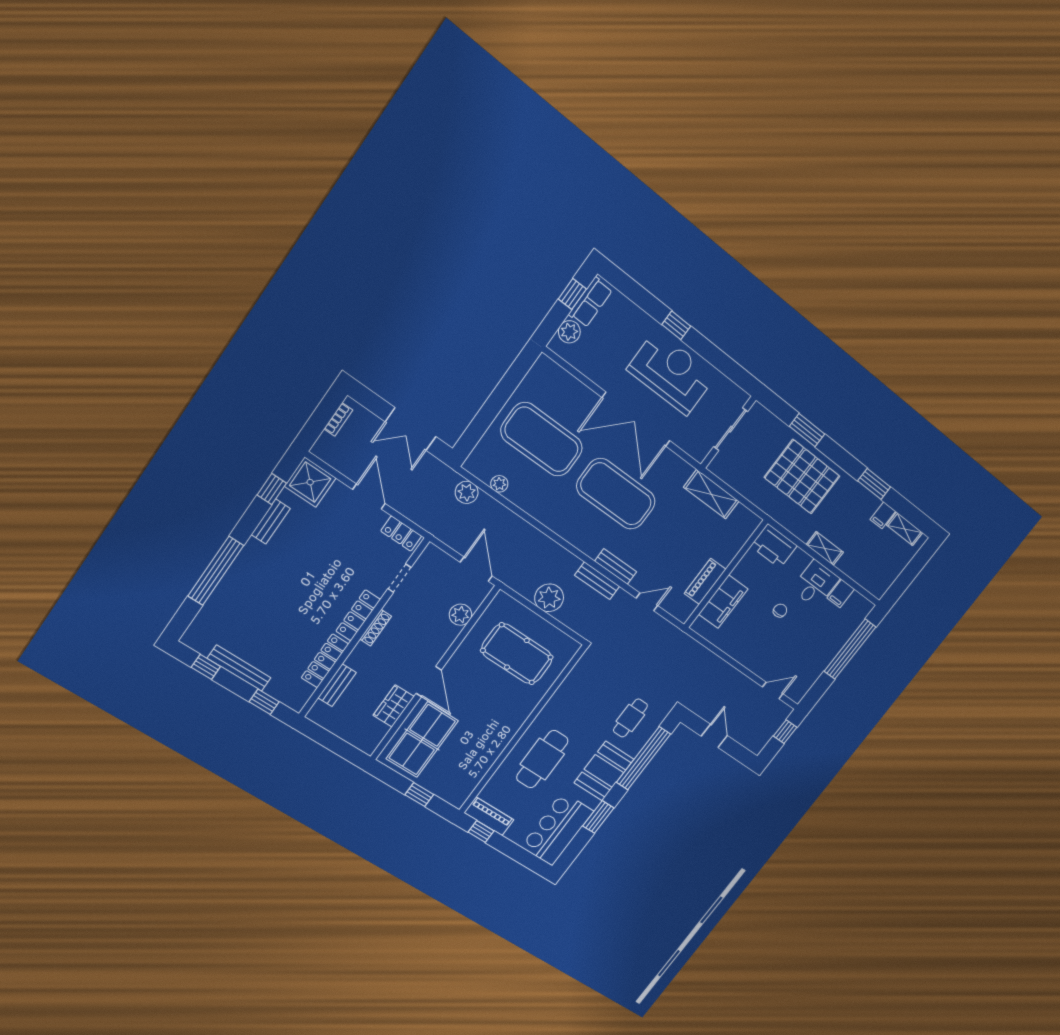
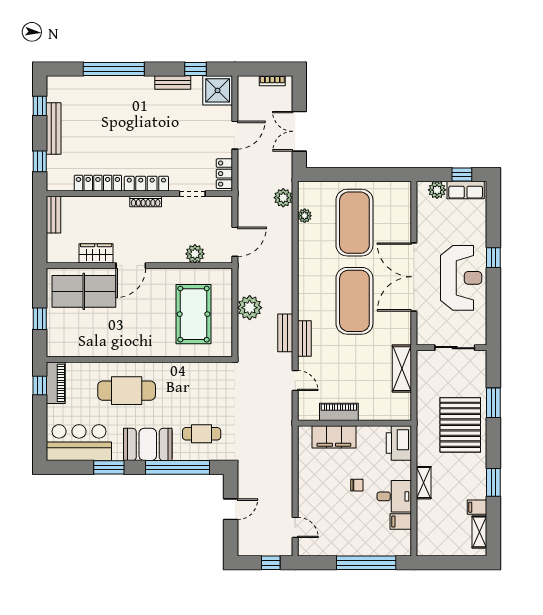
bench: (337, 685) -> (54, 215), moved, turned 90

